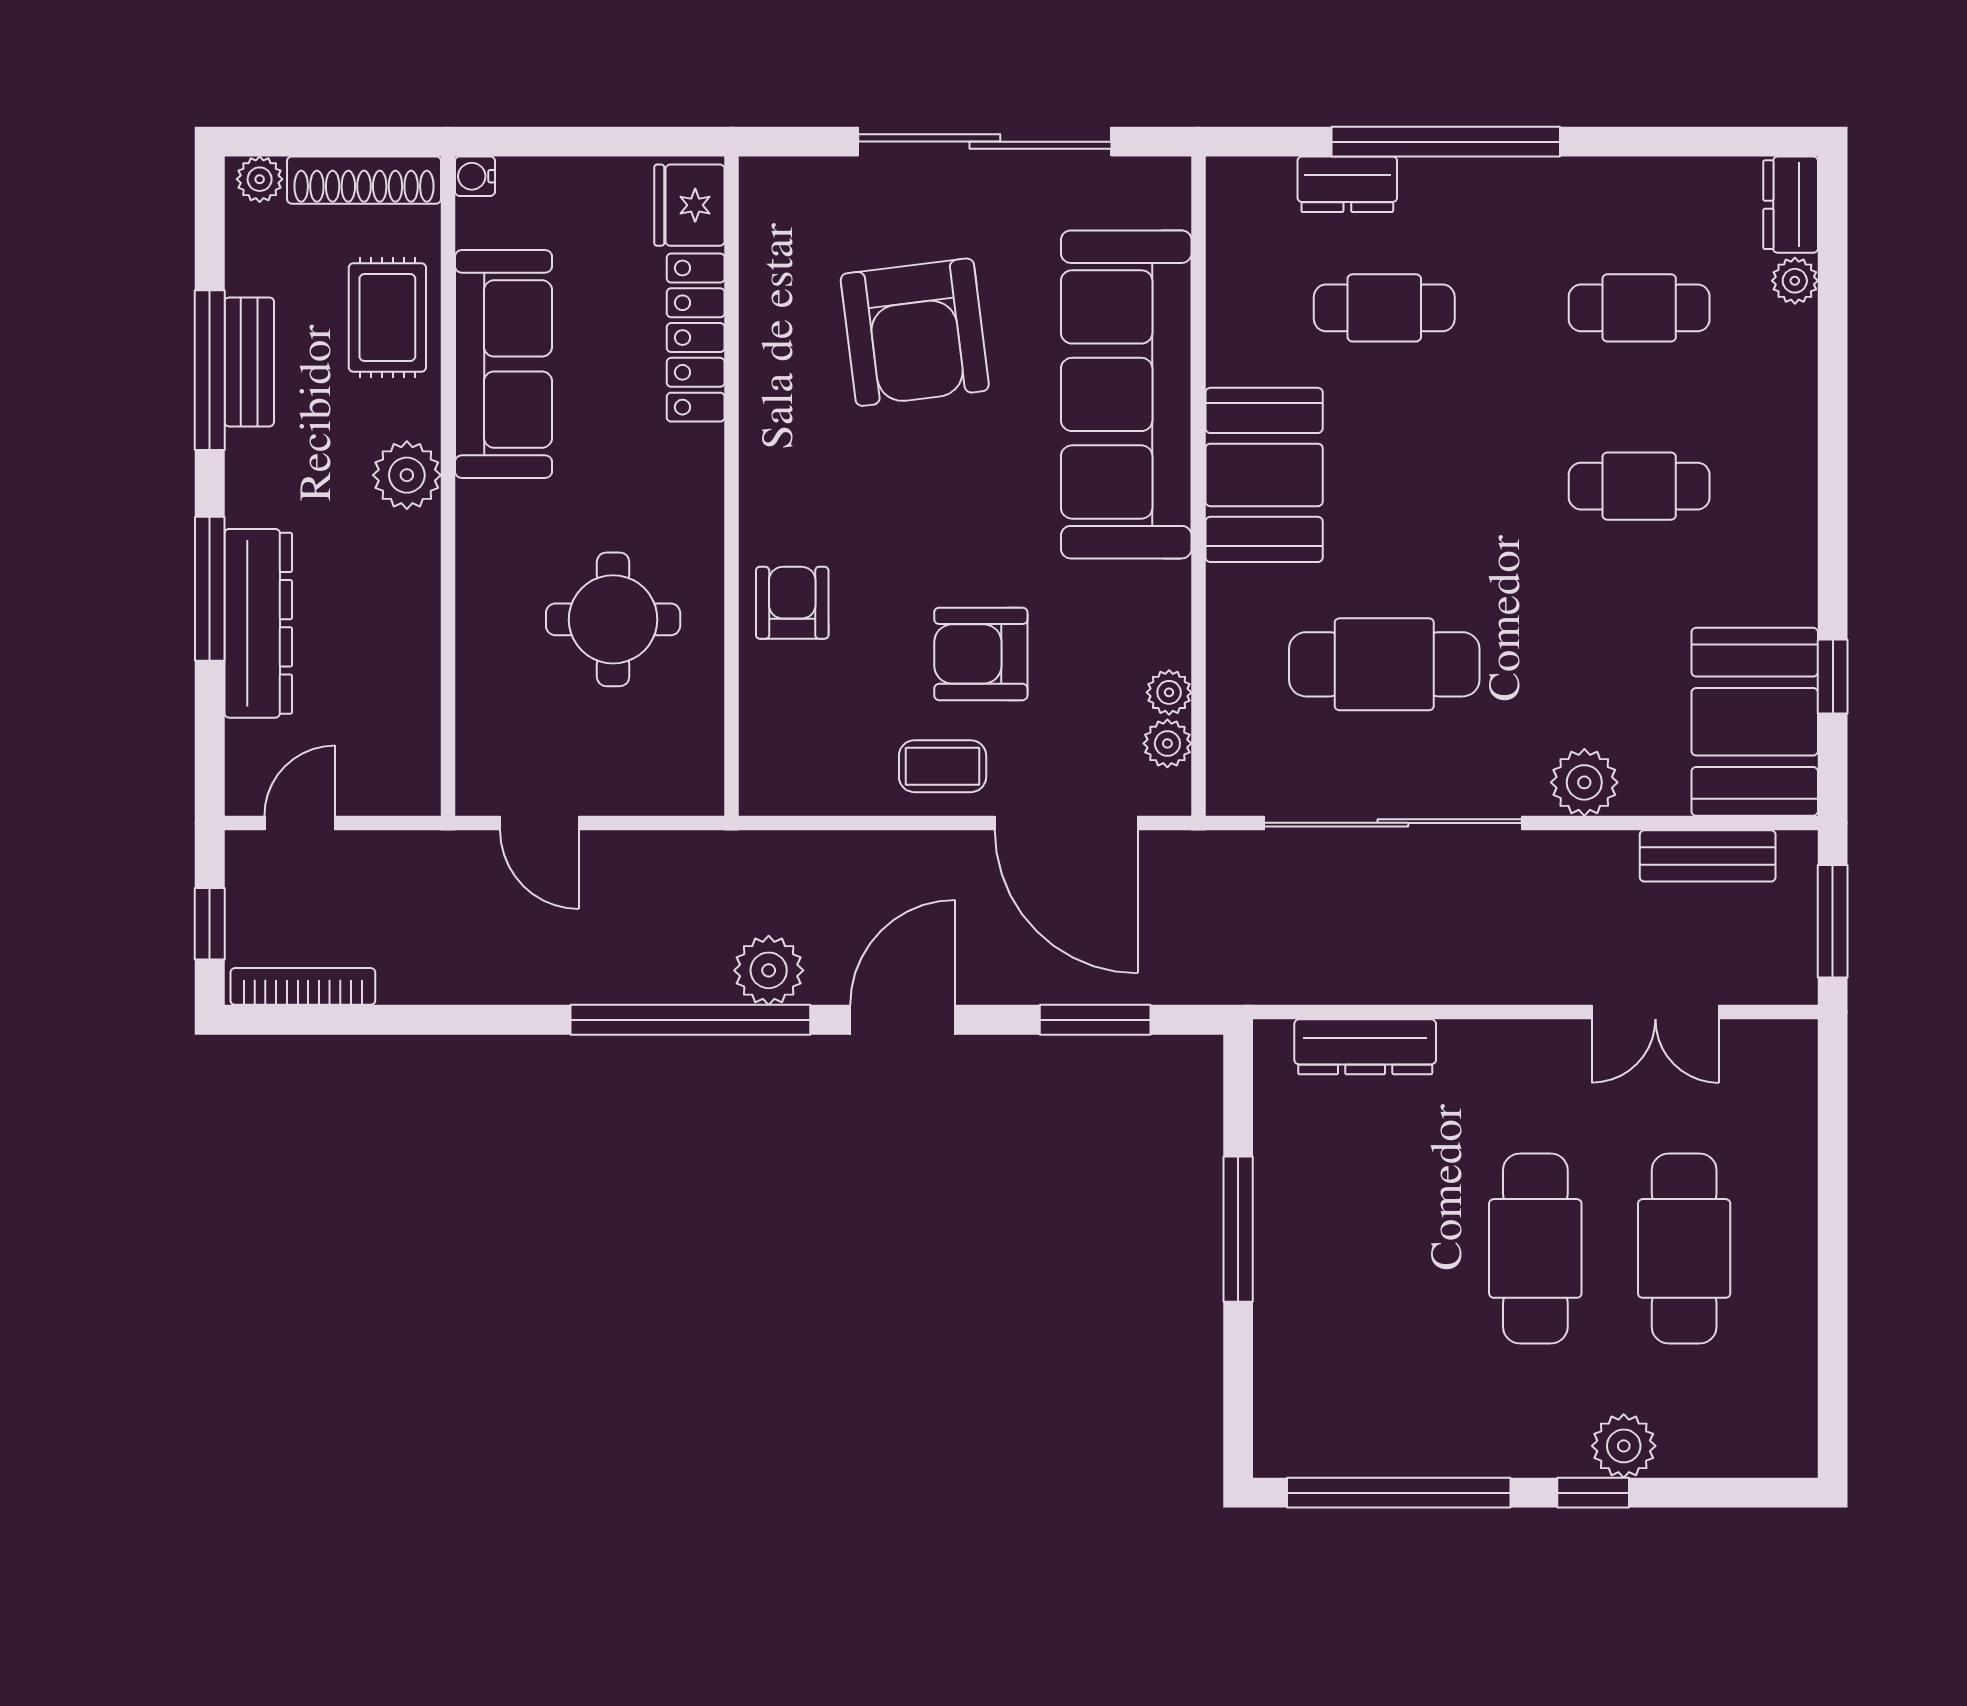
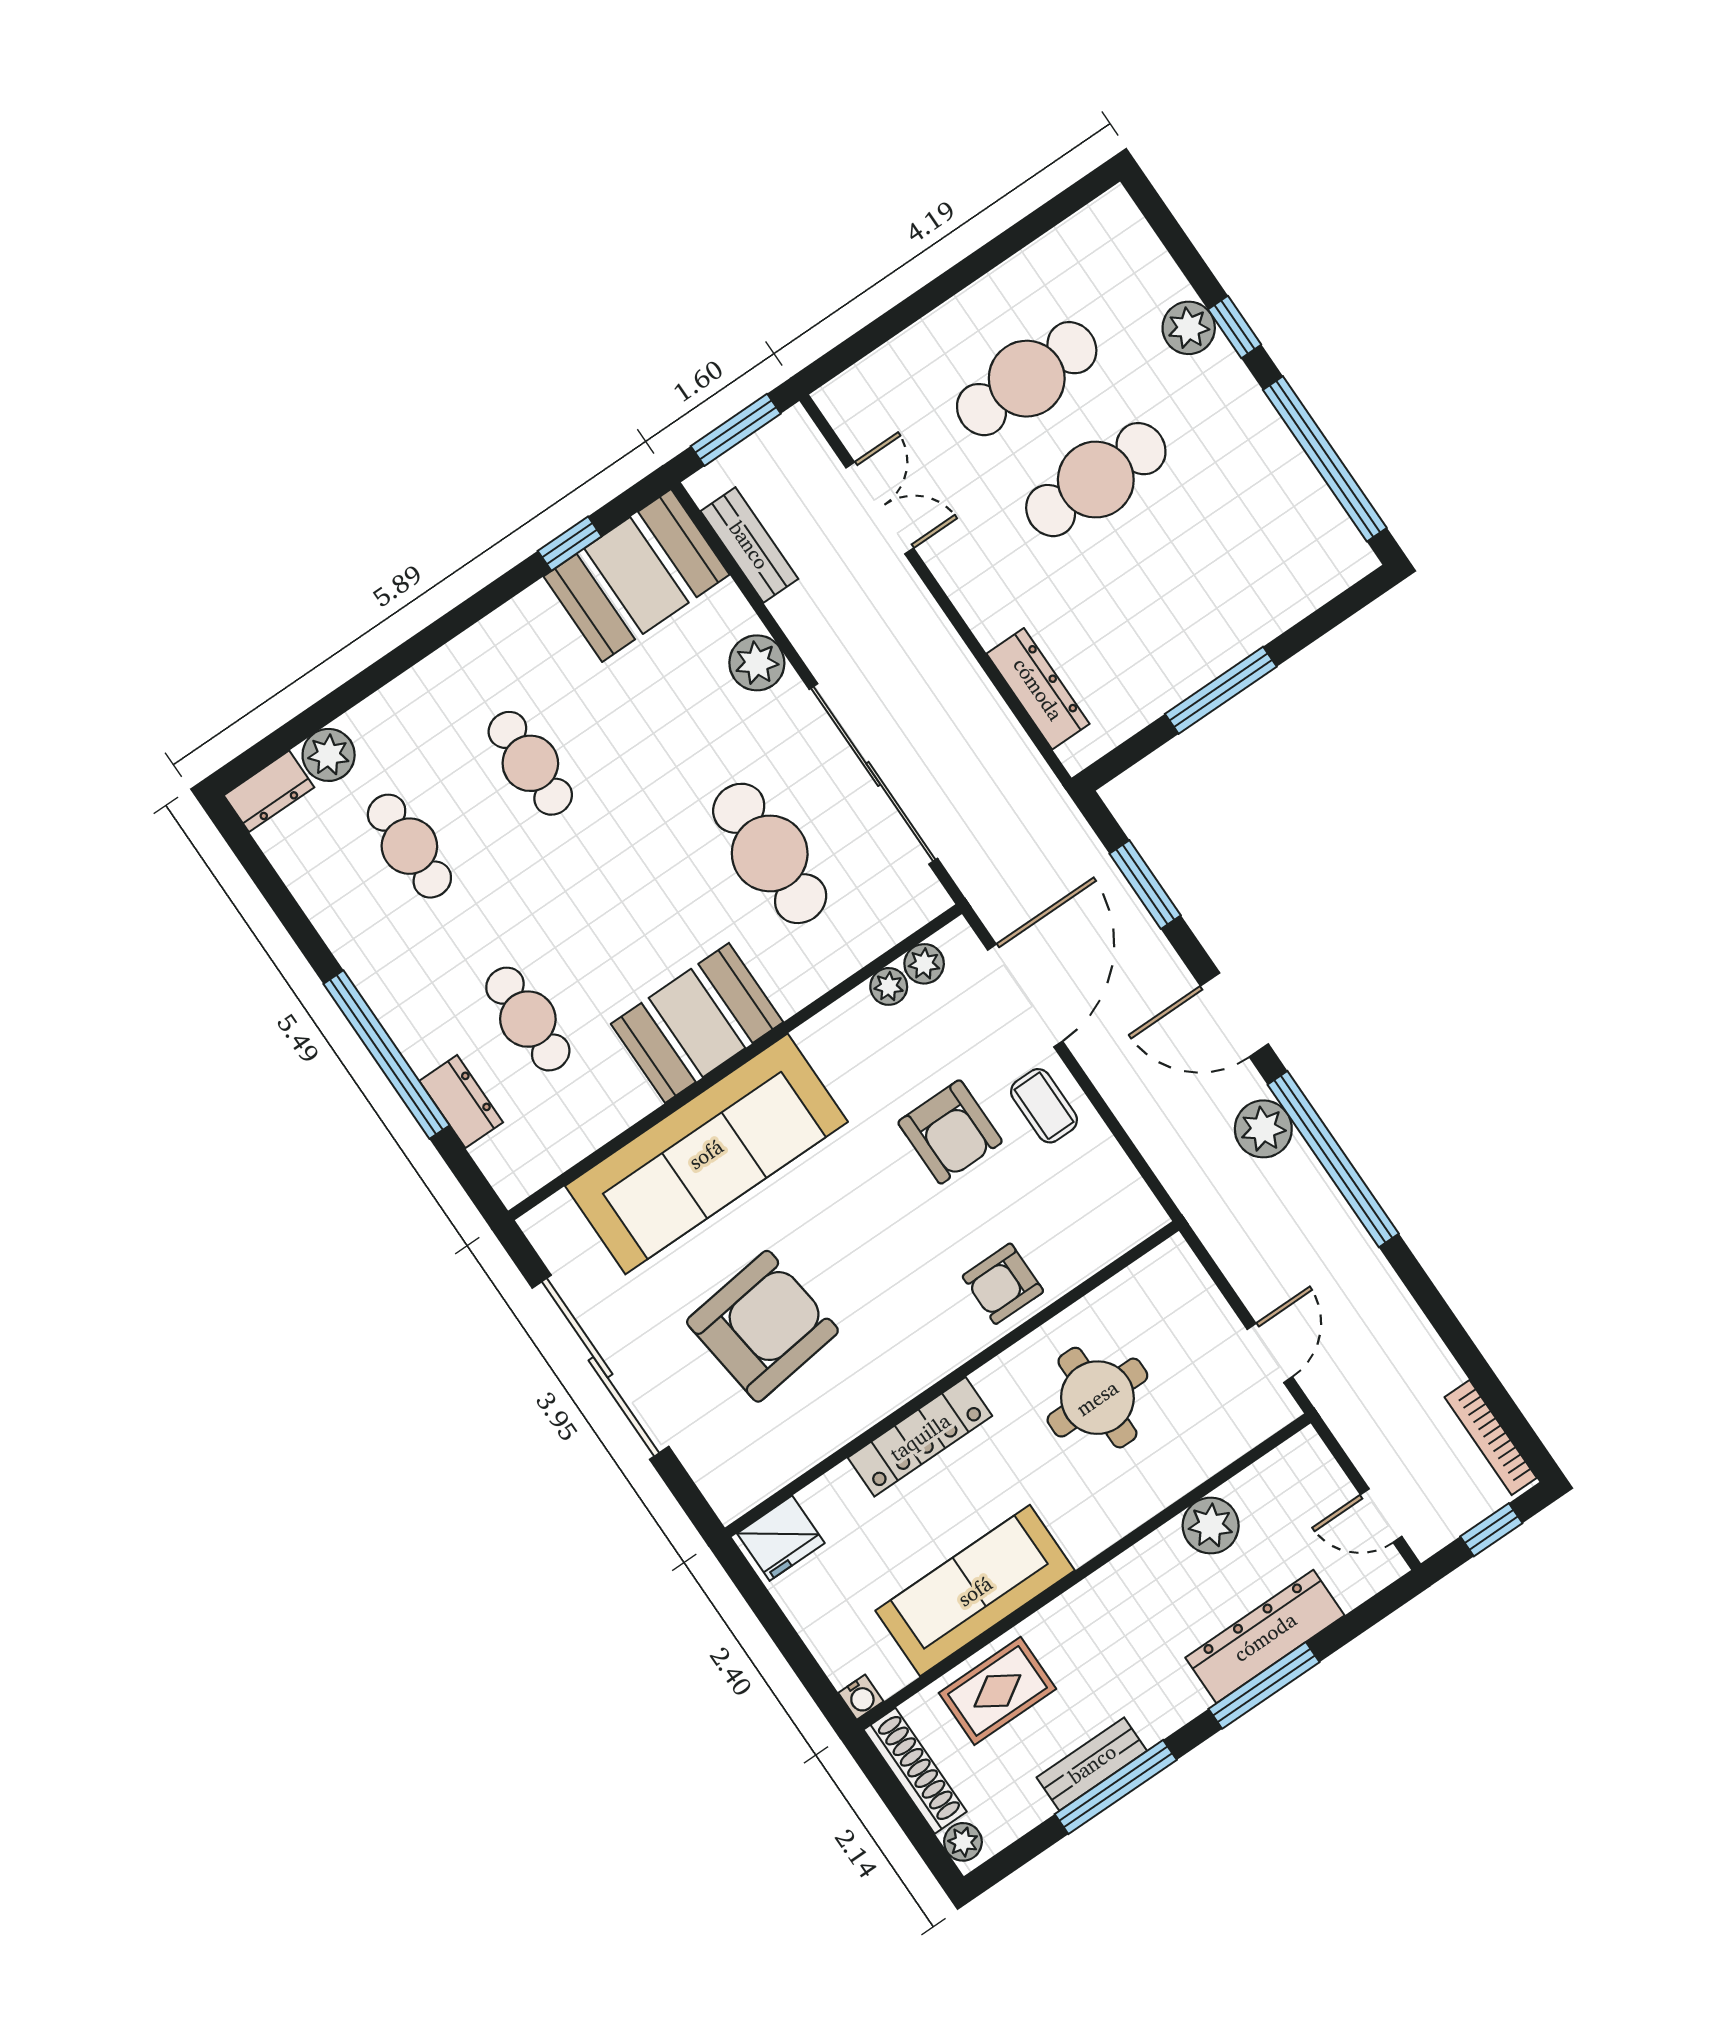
plant: (1795, 281) -> (329, 755), width x1.38, depth x1.38
locker: (696, 338) -> (920, 1437), moved
plant: (407, 475) -> (1211, 1526), moved

